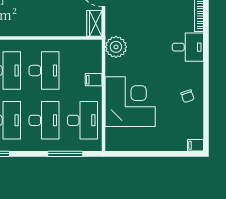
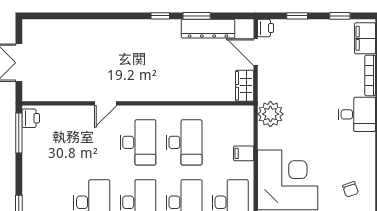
chair: (188, 96) -> (350, 189), moved

